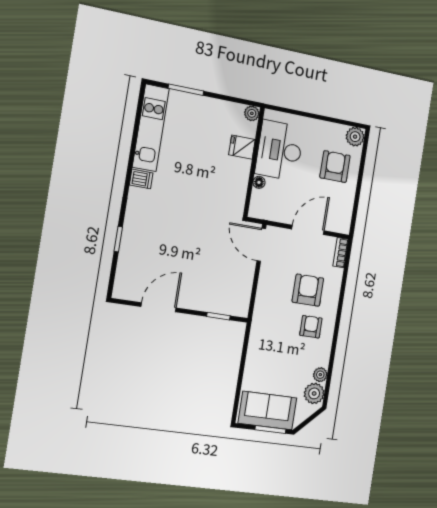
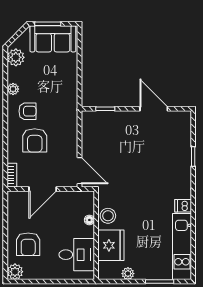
plant: (252, 113) -> (128, 274), moved
fridge: (242, 147) -> (111, 245), width x1.88, depth x1.34
desk: (280, 150) -> (77, 255), width x0.73
stool: (236, 183) -> (108, 216), added
door: (159, 307) -> (154, 109), swing flipped
armchair: (311, 327) -> (27, 111), turned -90
plant: (320, 375) -> (13, 89), moved

